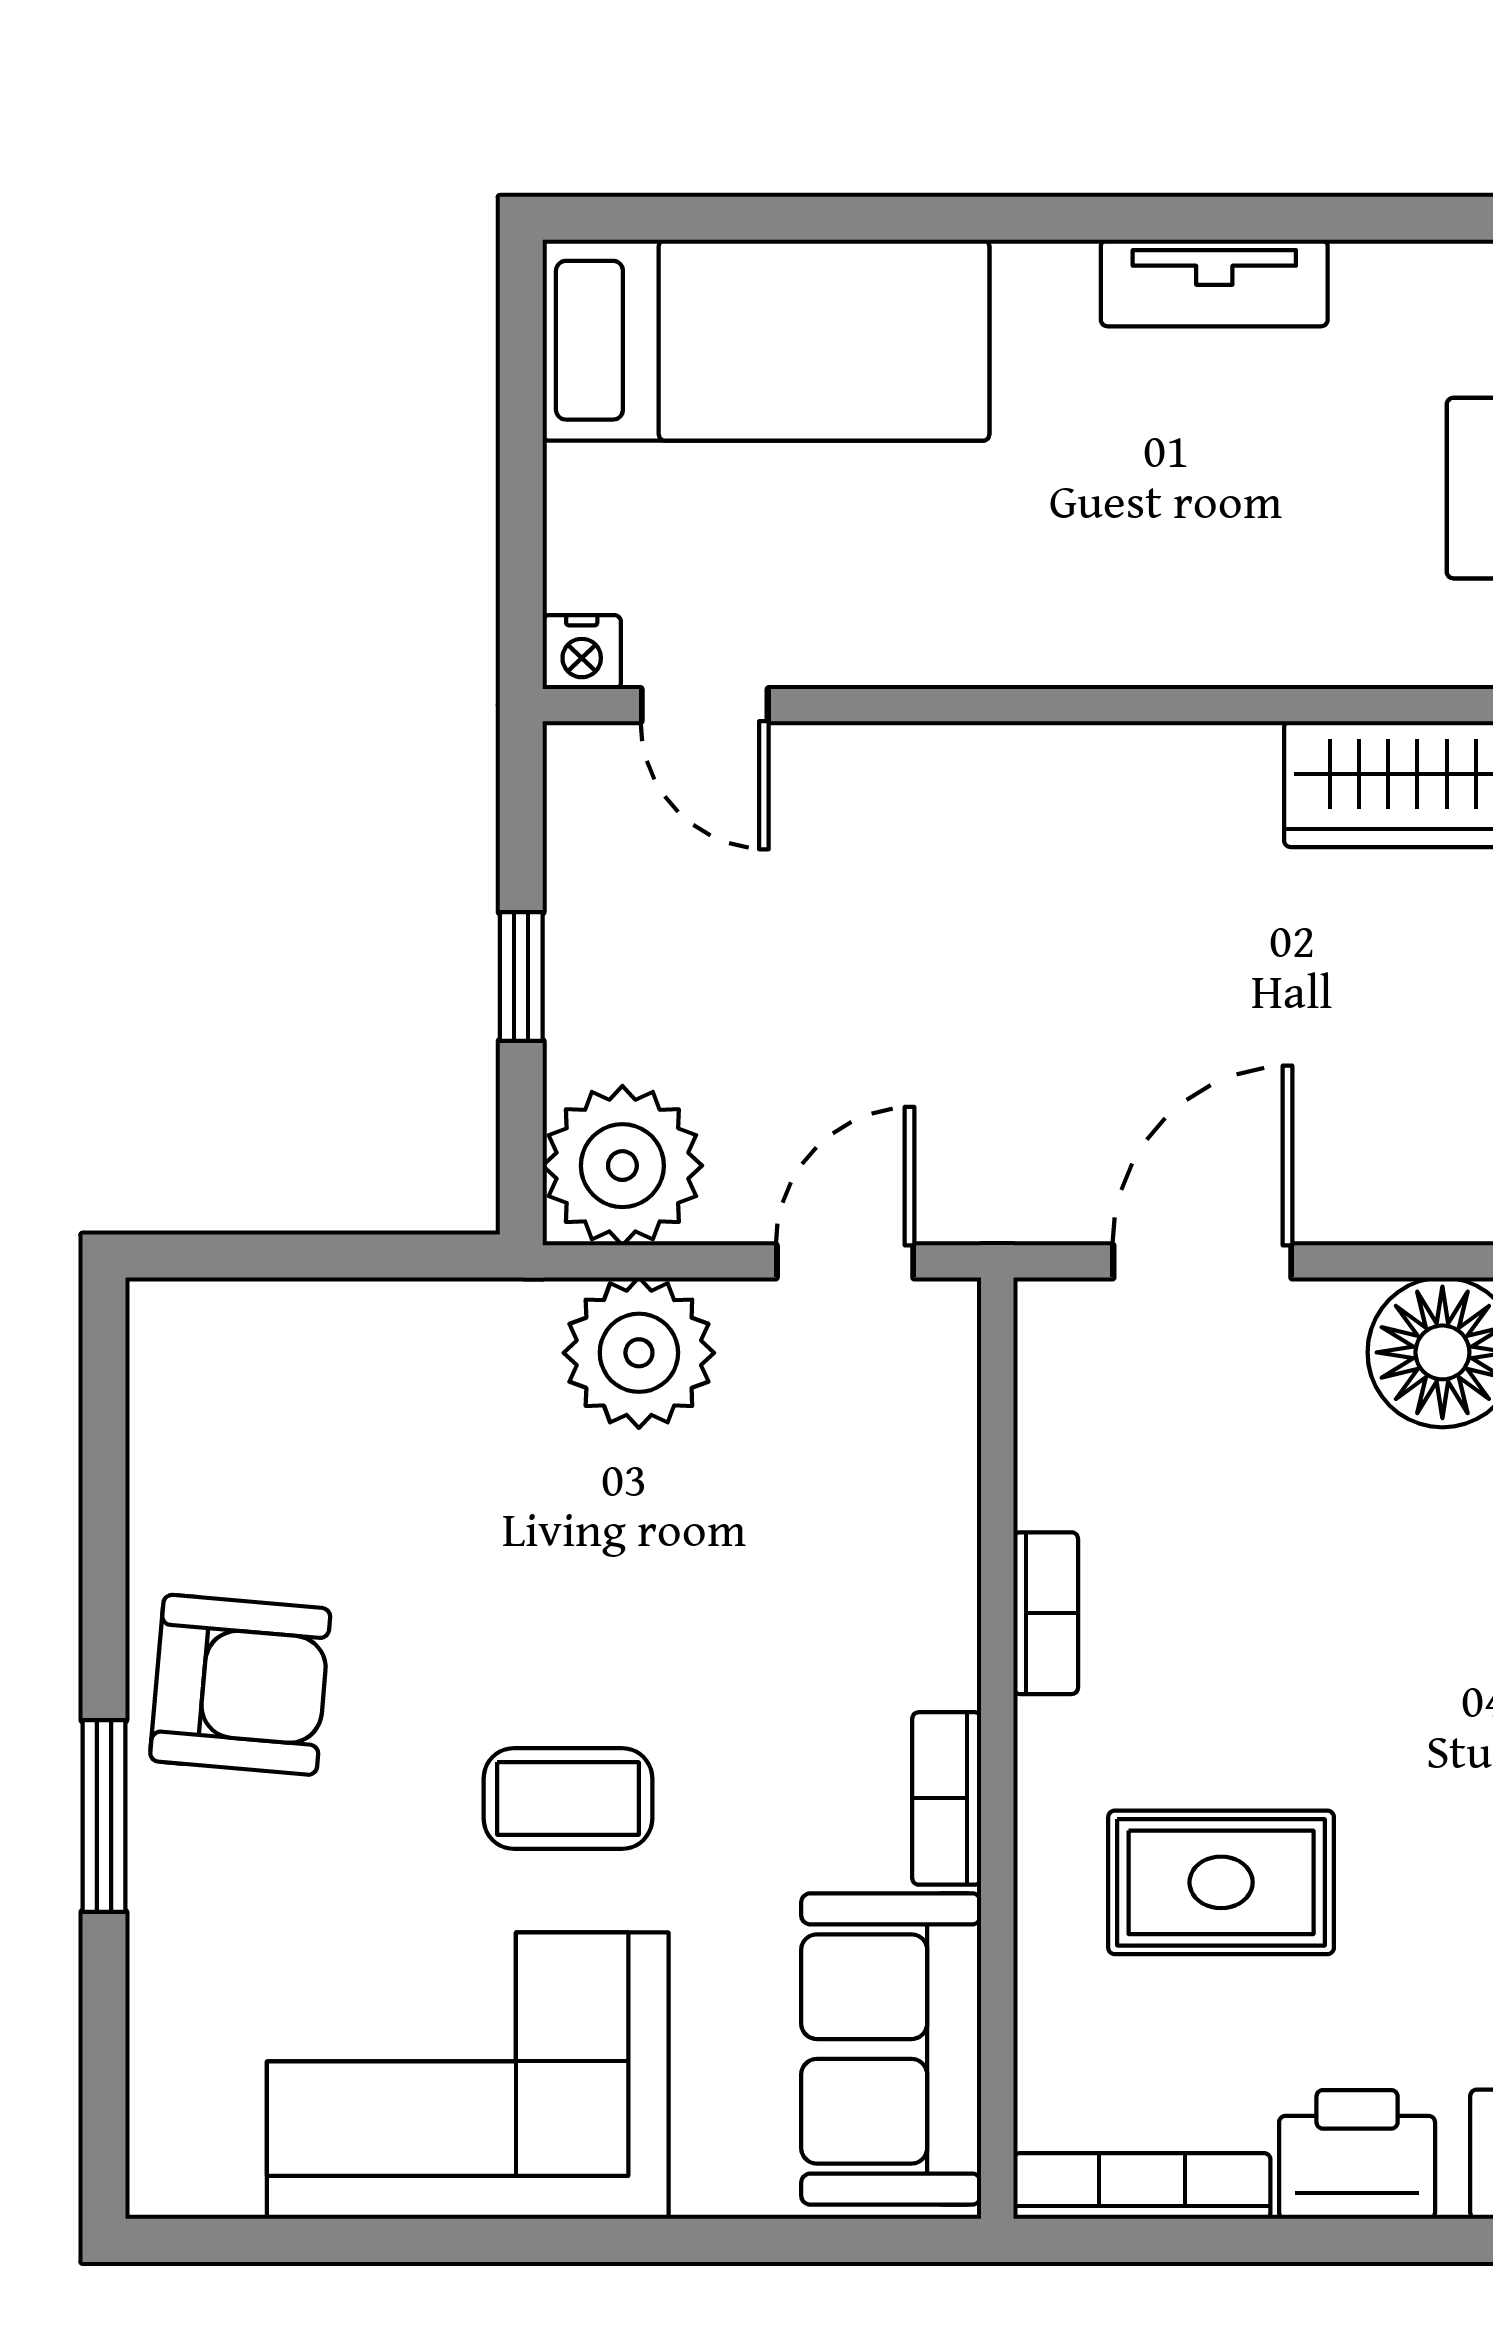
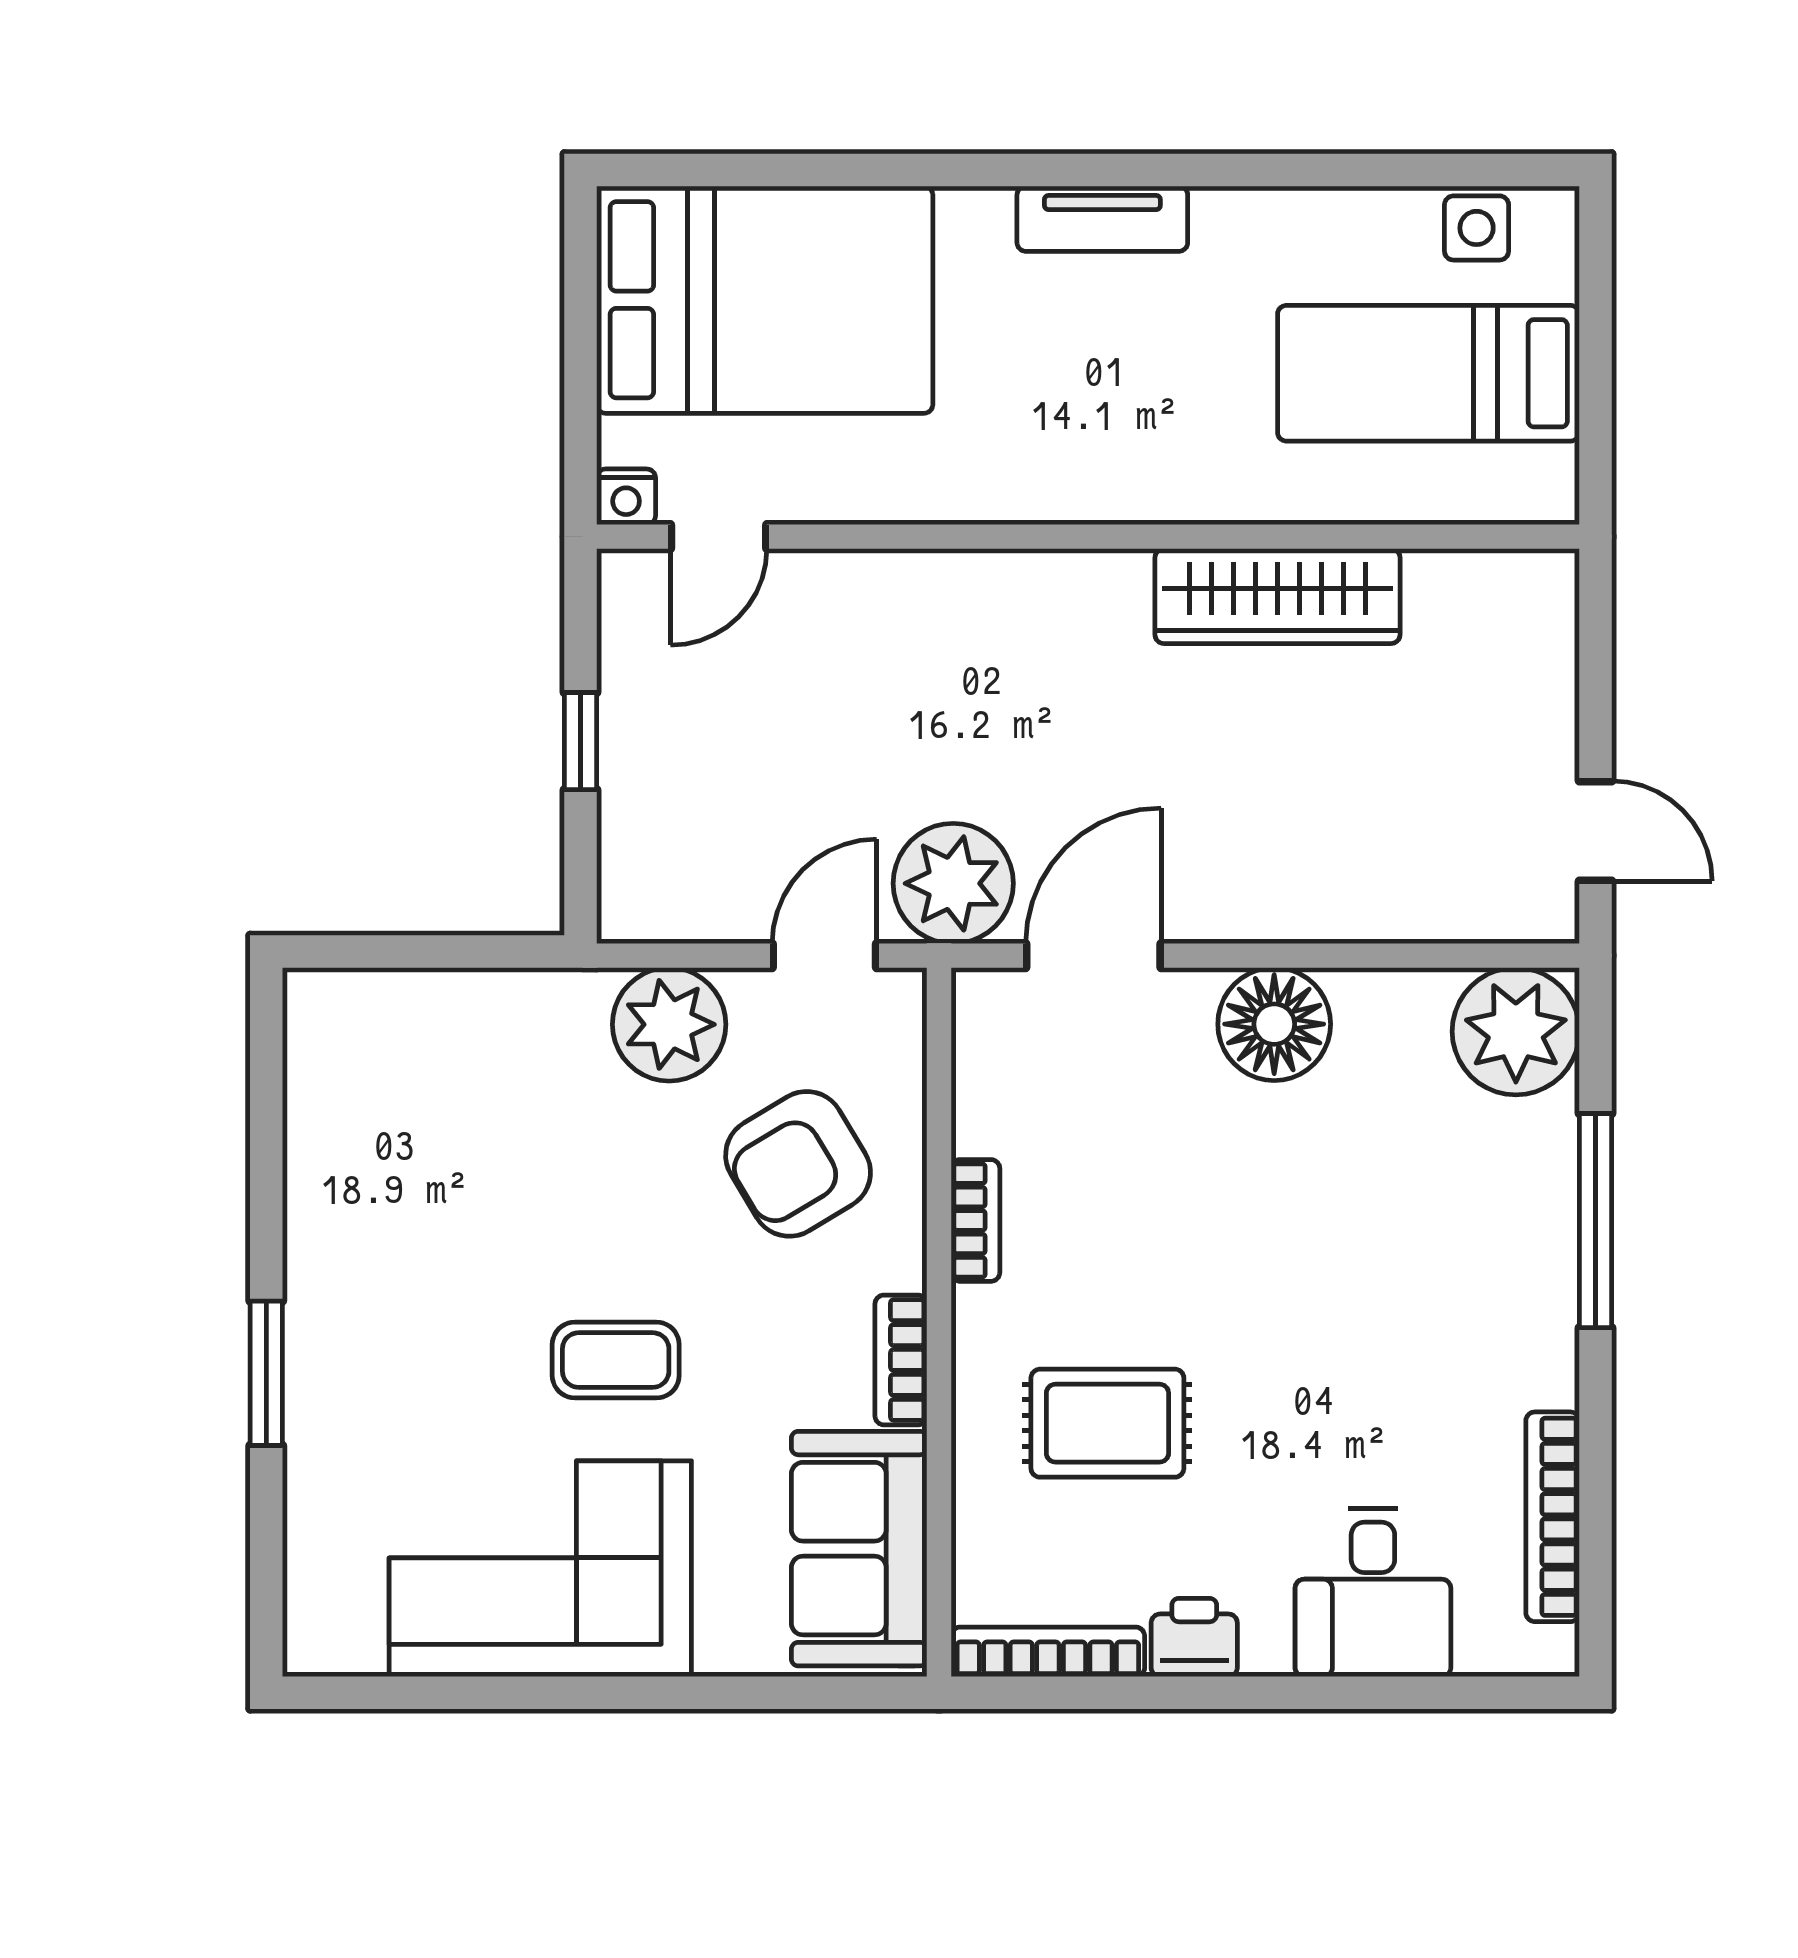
bed: (766, 340) -> (765, 300), width x1.50
door: (705, 705) -> (719, 537), hinge flipped
plant: (622, 1166) -> (953, 883), moved
armchair: (240, 1685) -> (798, 1164), moved, turned 144
printer: (1357, 2154) -> (1194, 1637), width x0.73, depth x0.81

